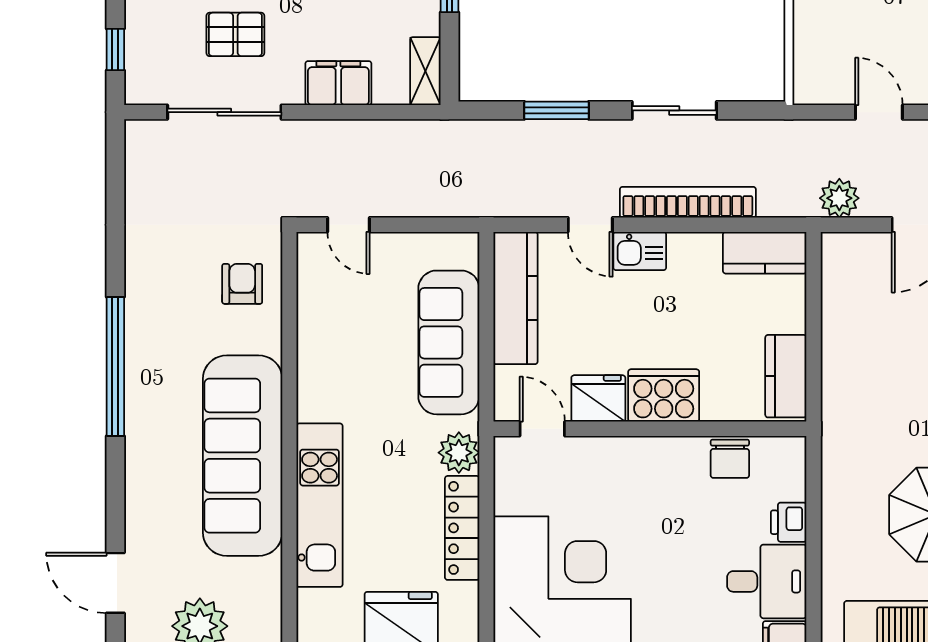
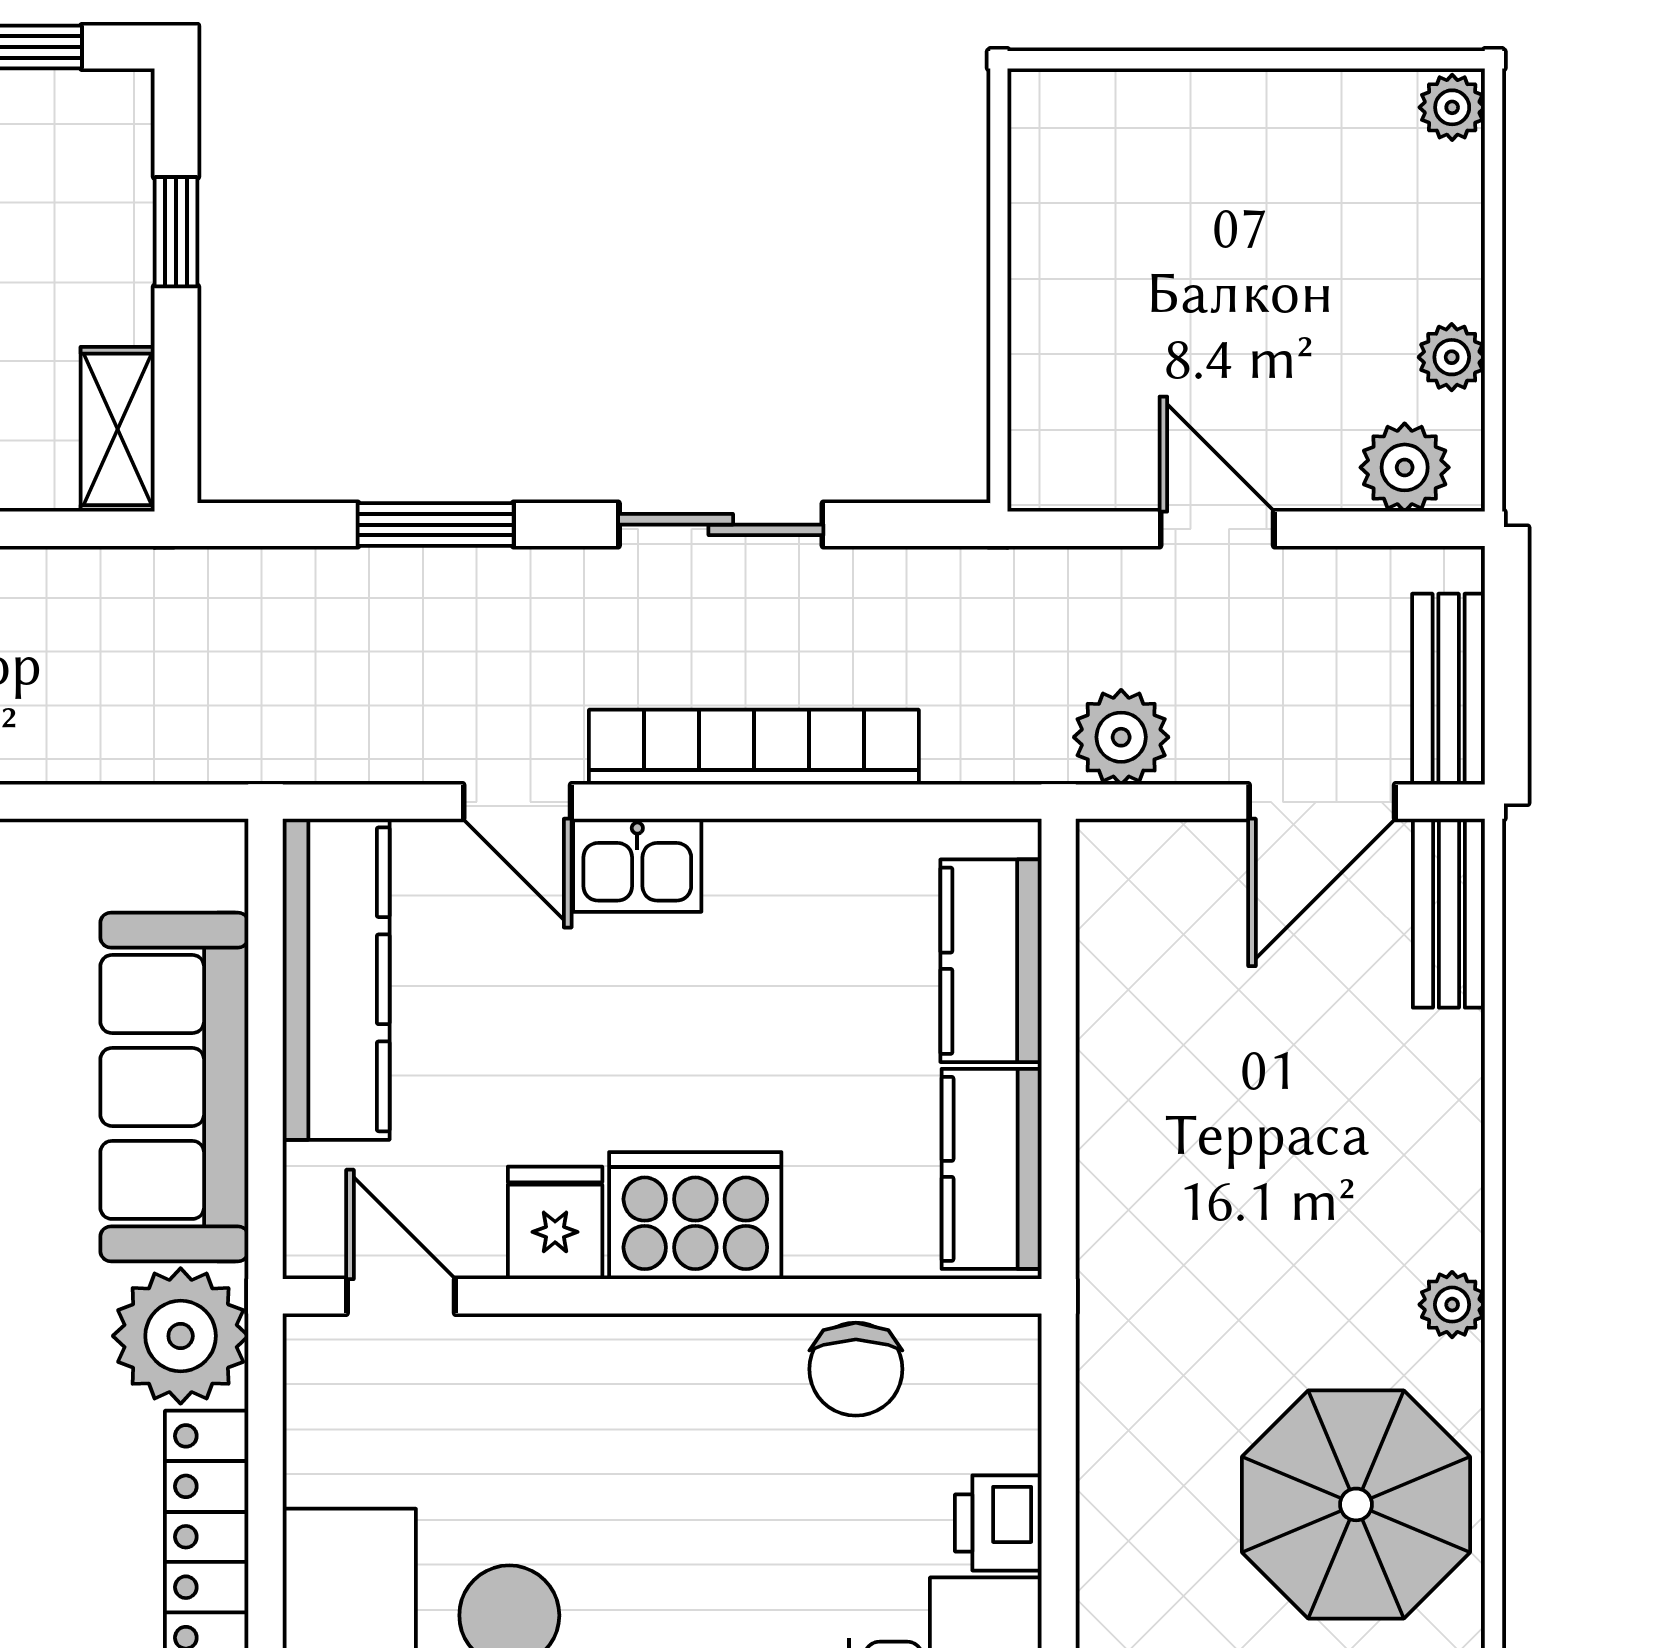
kitchen counter: (765, 253) -> (991, 961), moved, turned 90
fridge: (598, 398) -> (555, 1223), width x0.72
plant: (459, 453) -> (181, 1336), width x1.36, depth x1.36

